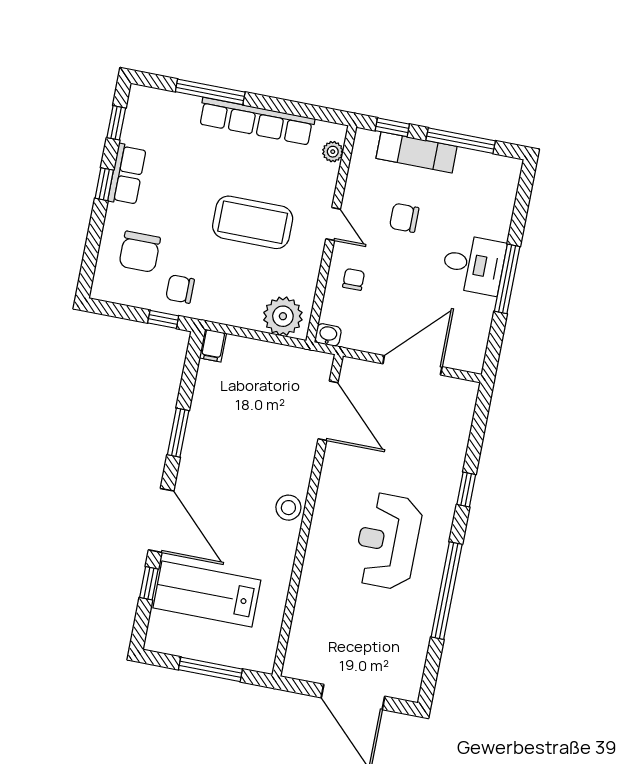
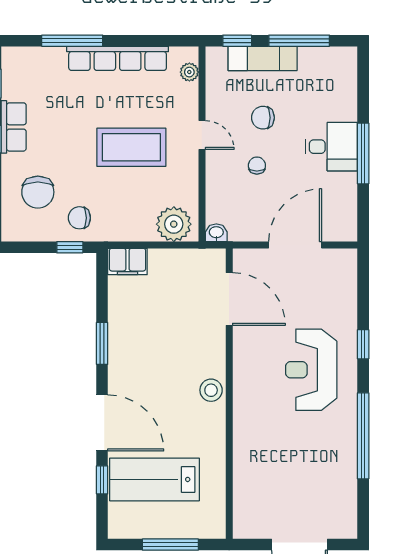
chair: (354, 279) -> (257, 166), moved
filing cabinet: (213, 345) -> (127, 262), width x2.00
reception desk: (388, 541) -> (311, 370), moved

